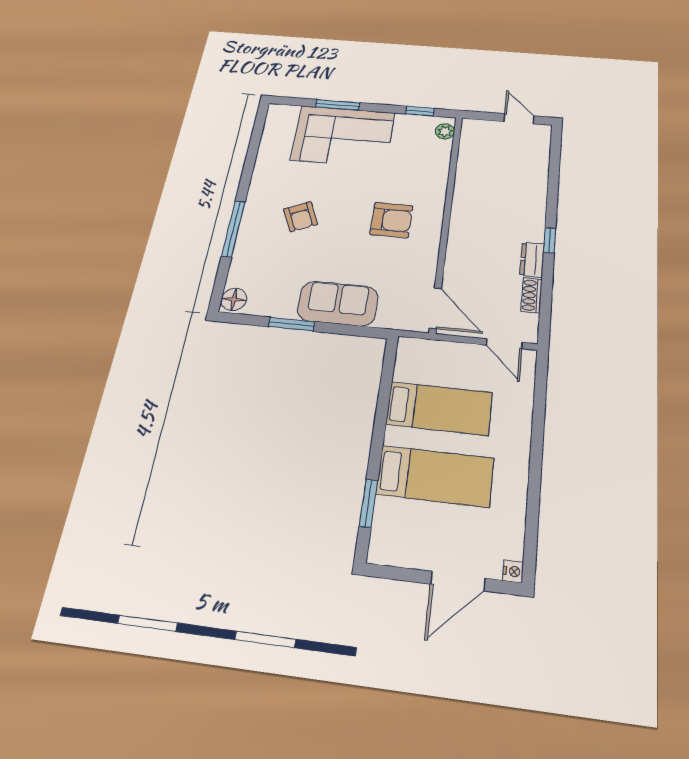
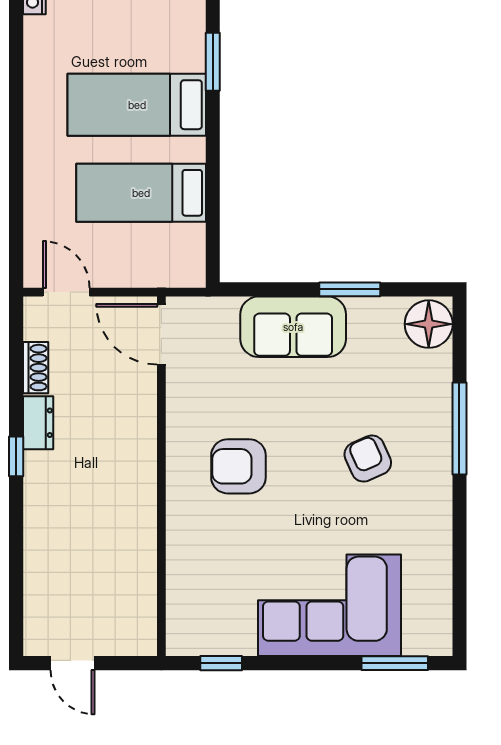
window: (338, 105) -> (395, 663), moved
plant: (445, 131) -> (180, 629), removed
floor lamp: (234, 299) -> (429, 324), width x1.38, depth x1.38

